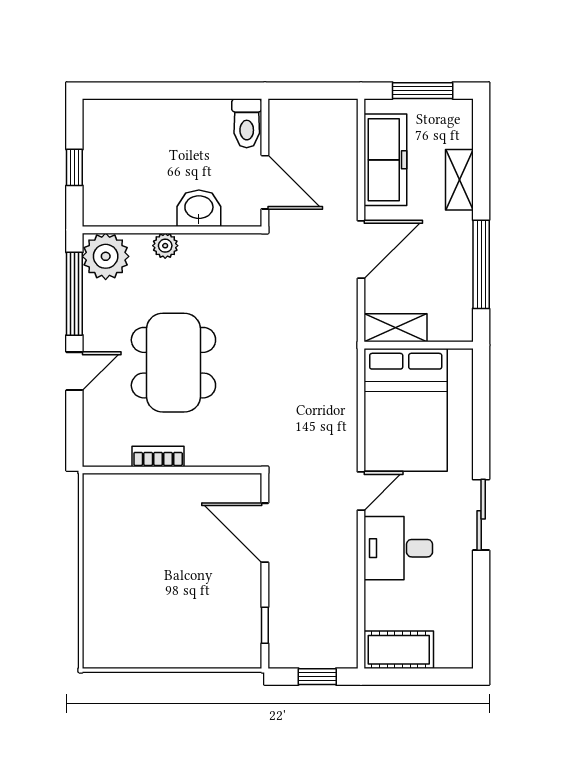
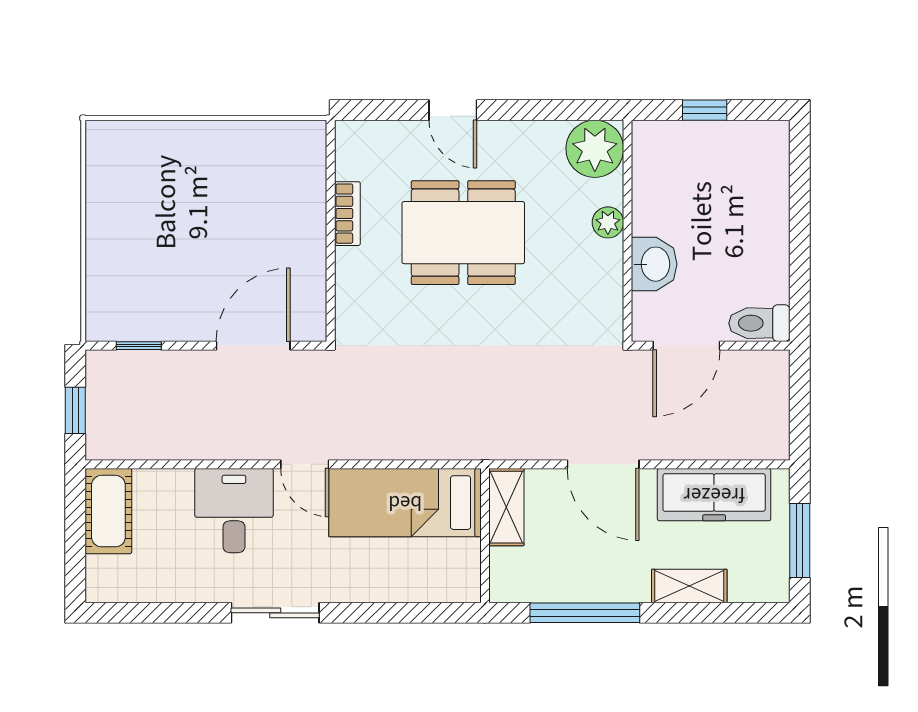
window: (74, 294) -> (548, 110), removed
bed: (406, 410) -> (405, 503), width x0.67

